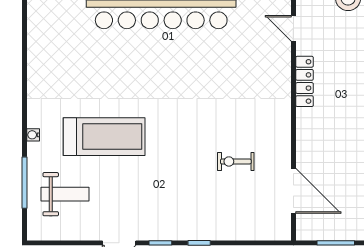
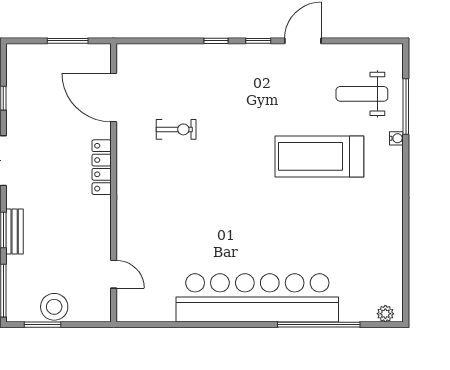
locker: (304, 81) -> (102, 167), moved
water cooler: (33, 135) -> (396, 138), moved

